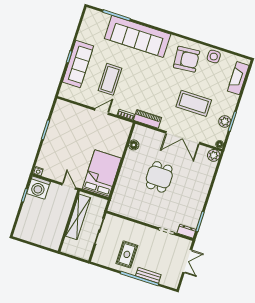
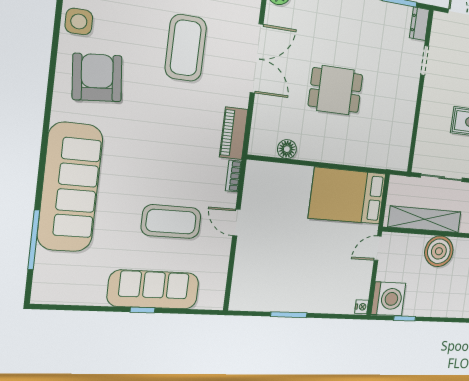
boiler: (58, 223) -> (439, 251), added

